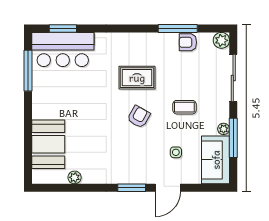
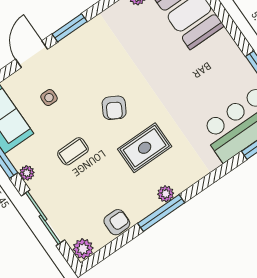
window: (178, 28) -> (161, 213), moved
plant: (144, 39) -> (166, 194), added
plant: (224, 129) -> (27, 173), moved

